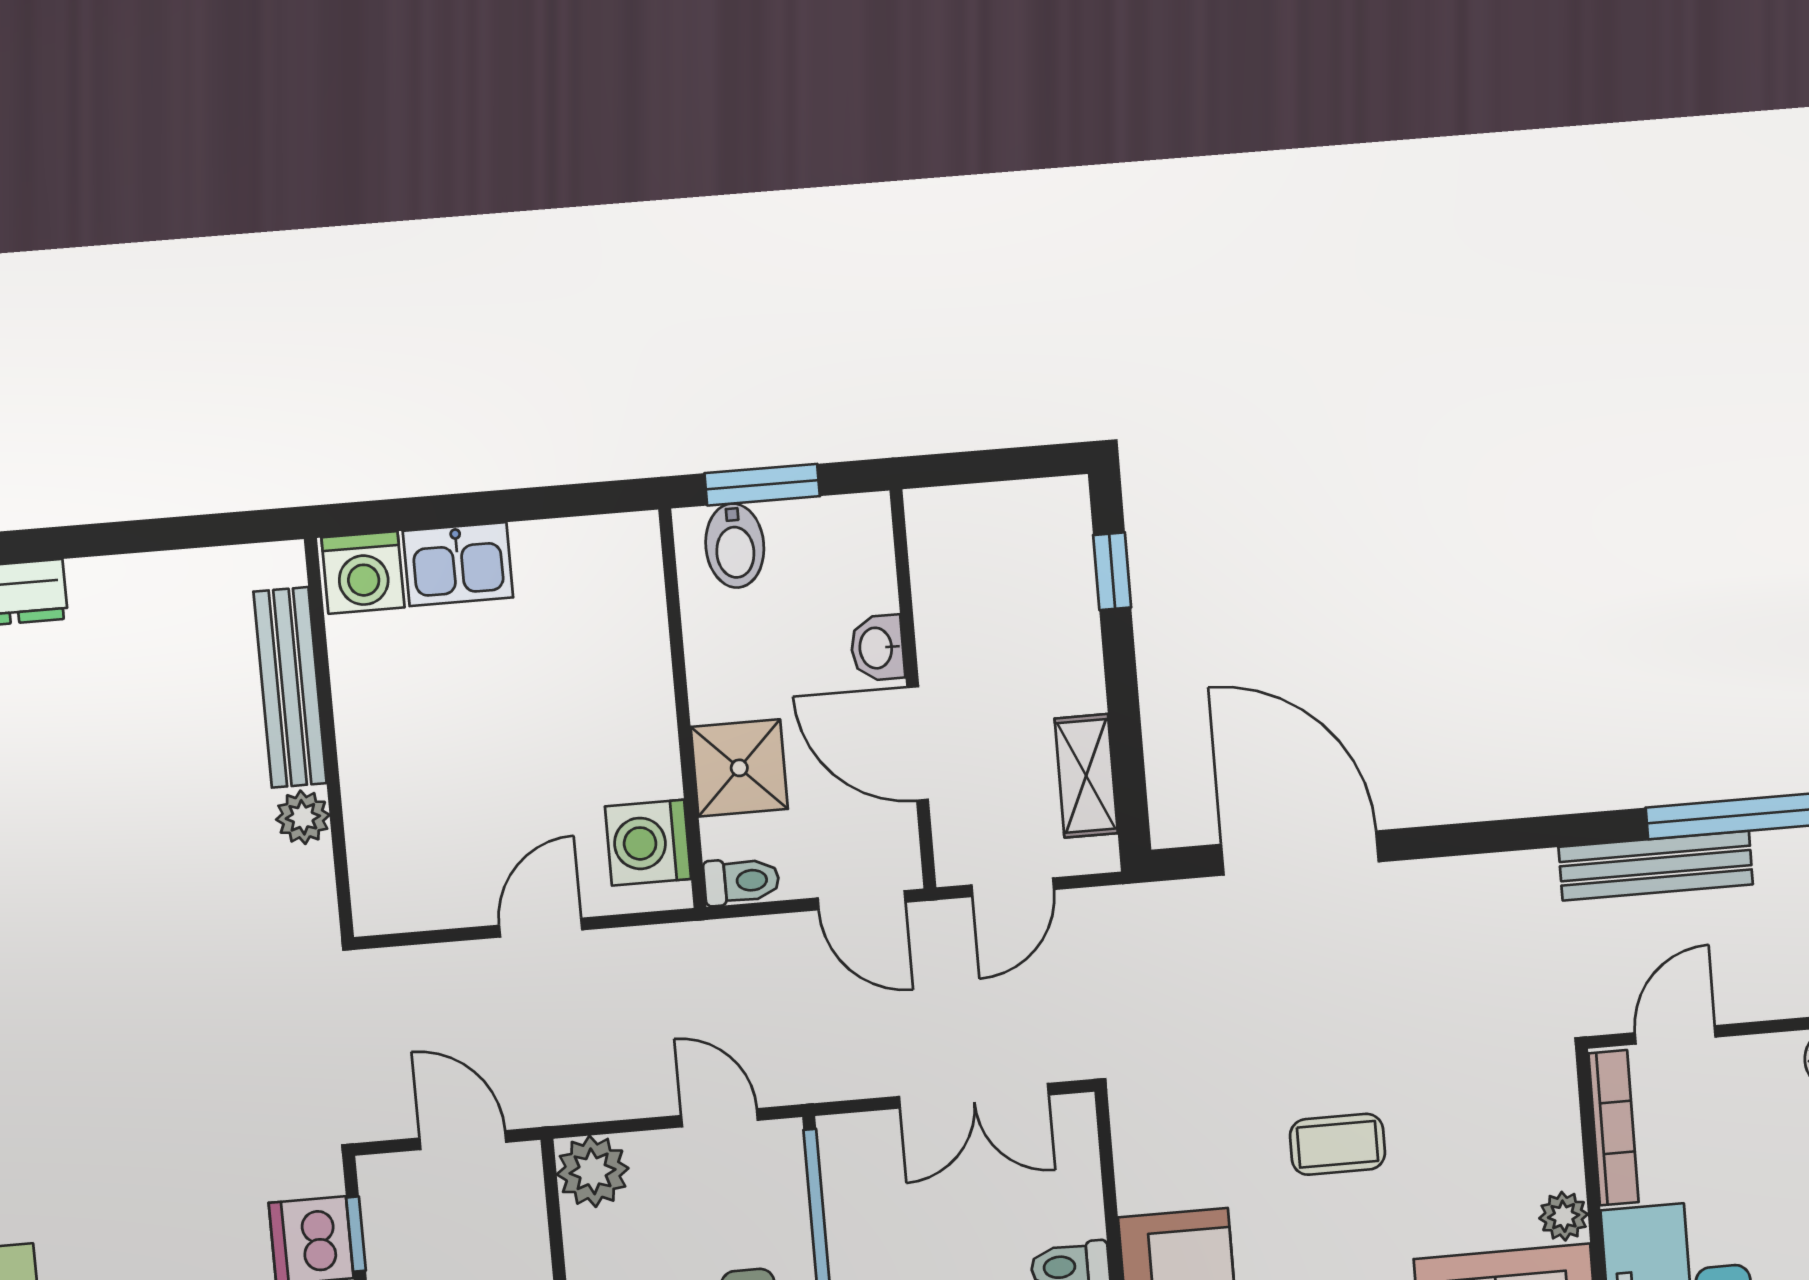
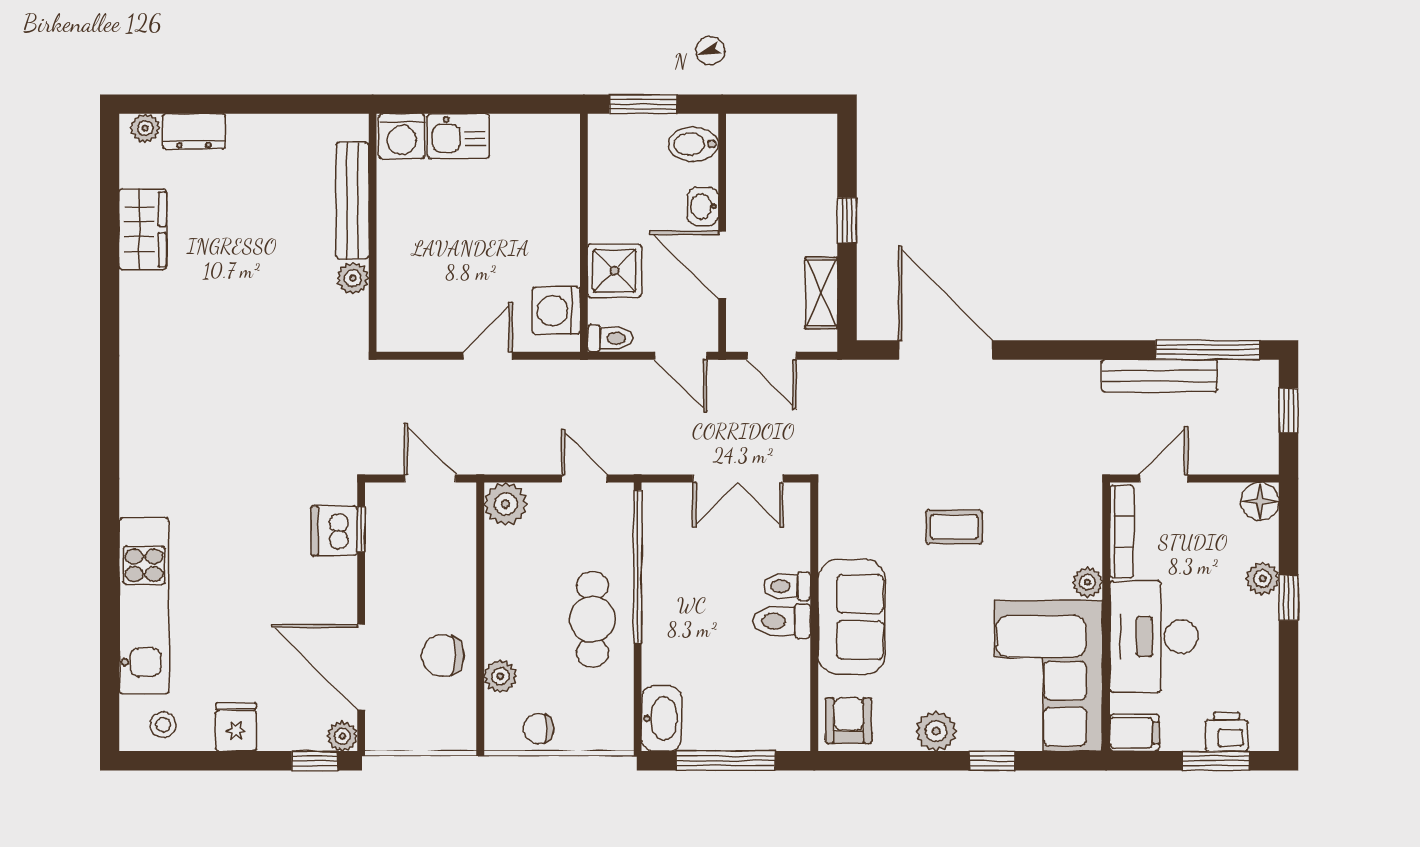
bidet: (735, 546) -> (693, 144), moved, turned 90
window: (1112, 571) -> (847, 220), moved
door: (1013, 887) -> (772, 356), hinge flipped

